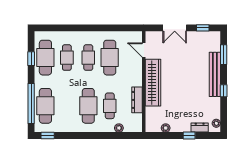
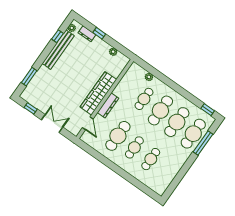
cafe table: (45, 58) -> (177, 122), moved
window: (31, 59) -> (179, 177), removed
bench: (215, 74) -> (58, 50), moved
window: (224, 91) -> (58, 36), moved
dresser: (137, 100) -> (108, 105), moved
window: (31, 104) -> (203, 143), width x0.68

